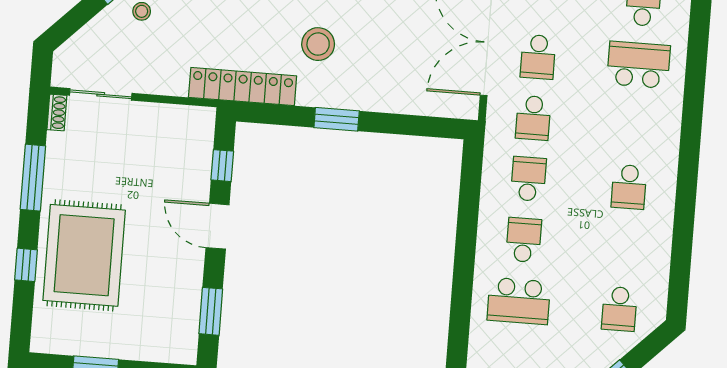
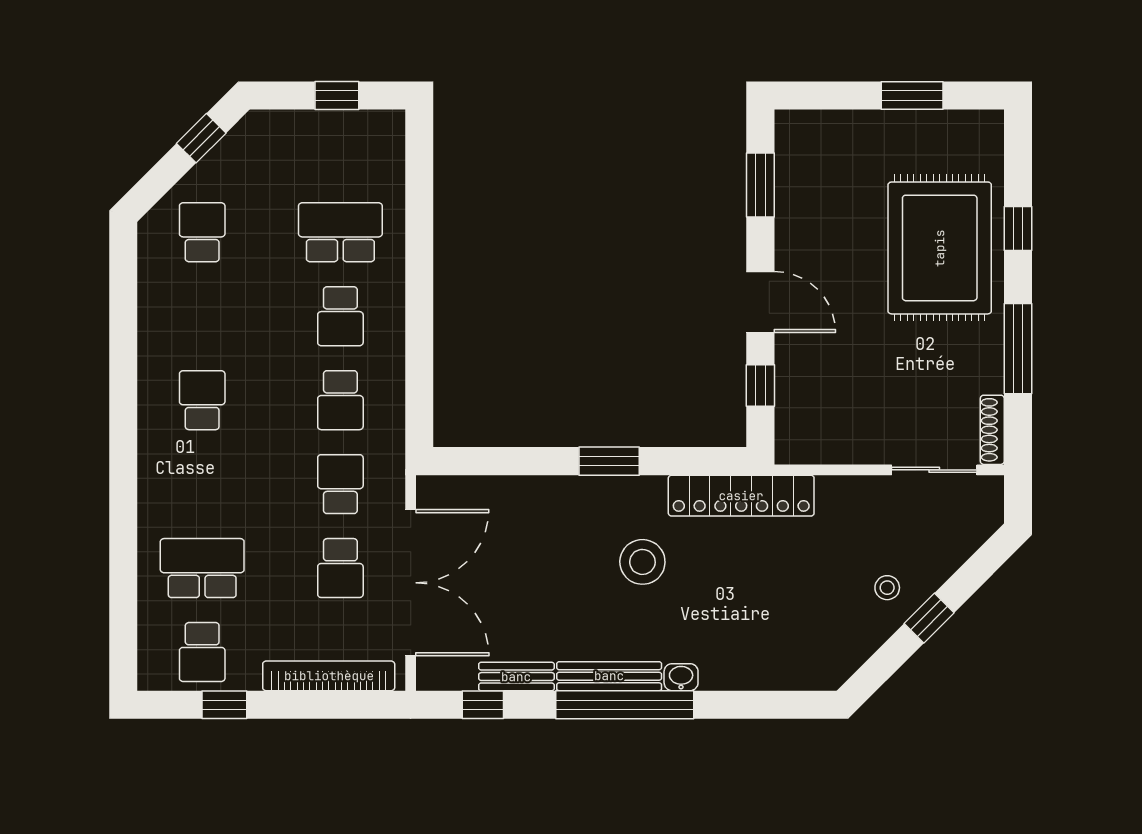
school desk: (538, 57) -> (340, 568), turned 180
school desk: (639, 65) -> (202, 568), turned 180
shoe rack: (57, 112) -> (992, 430), width x1.43

